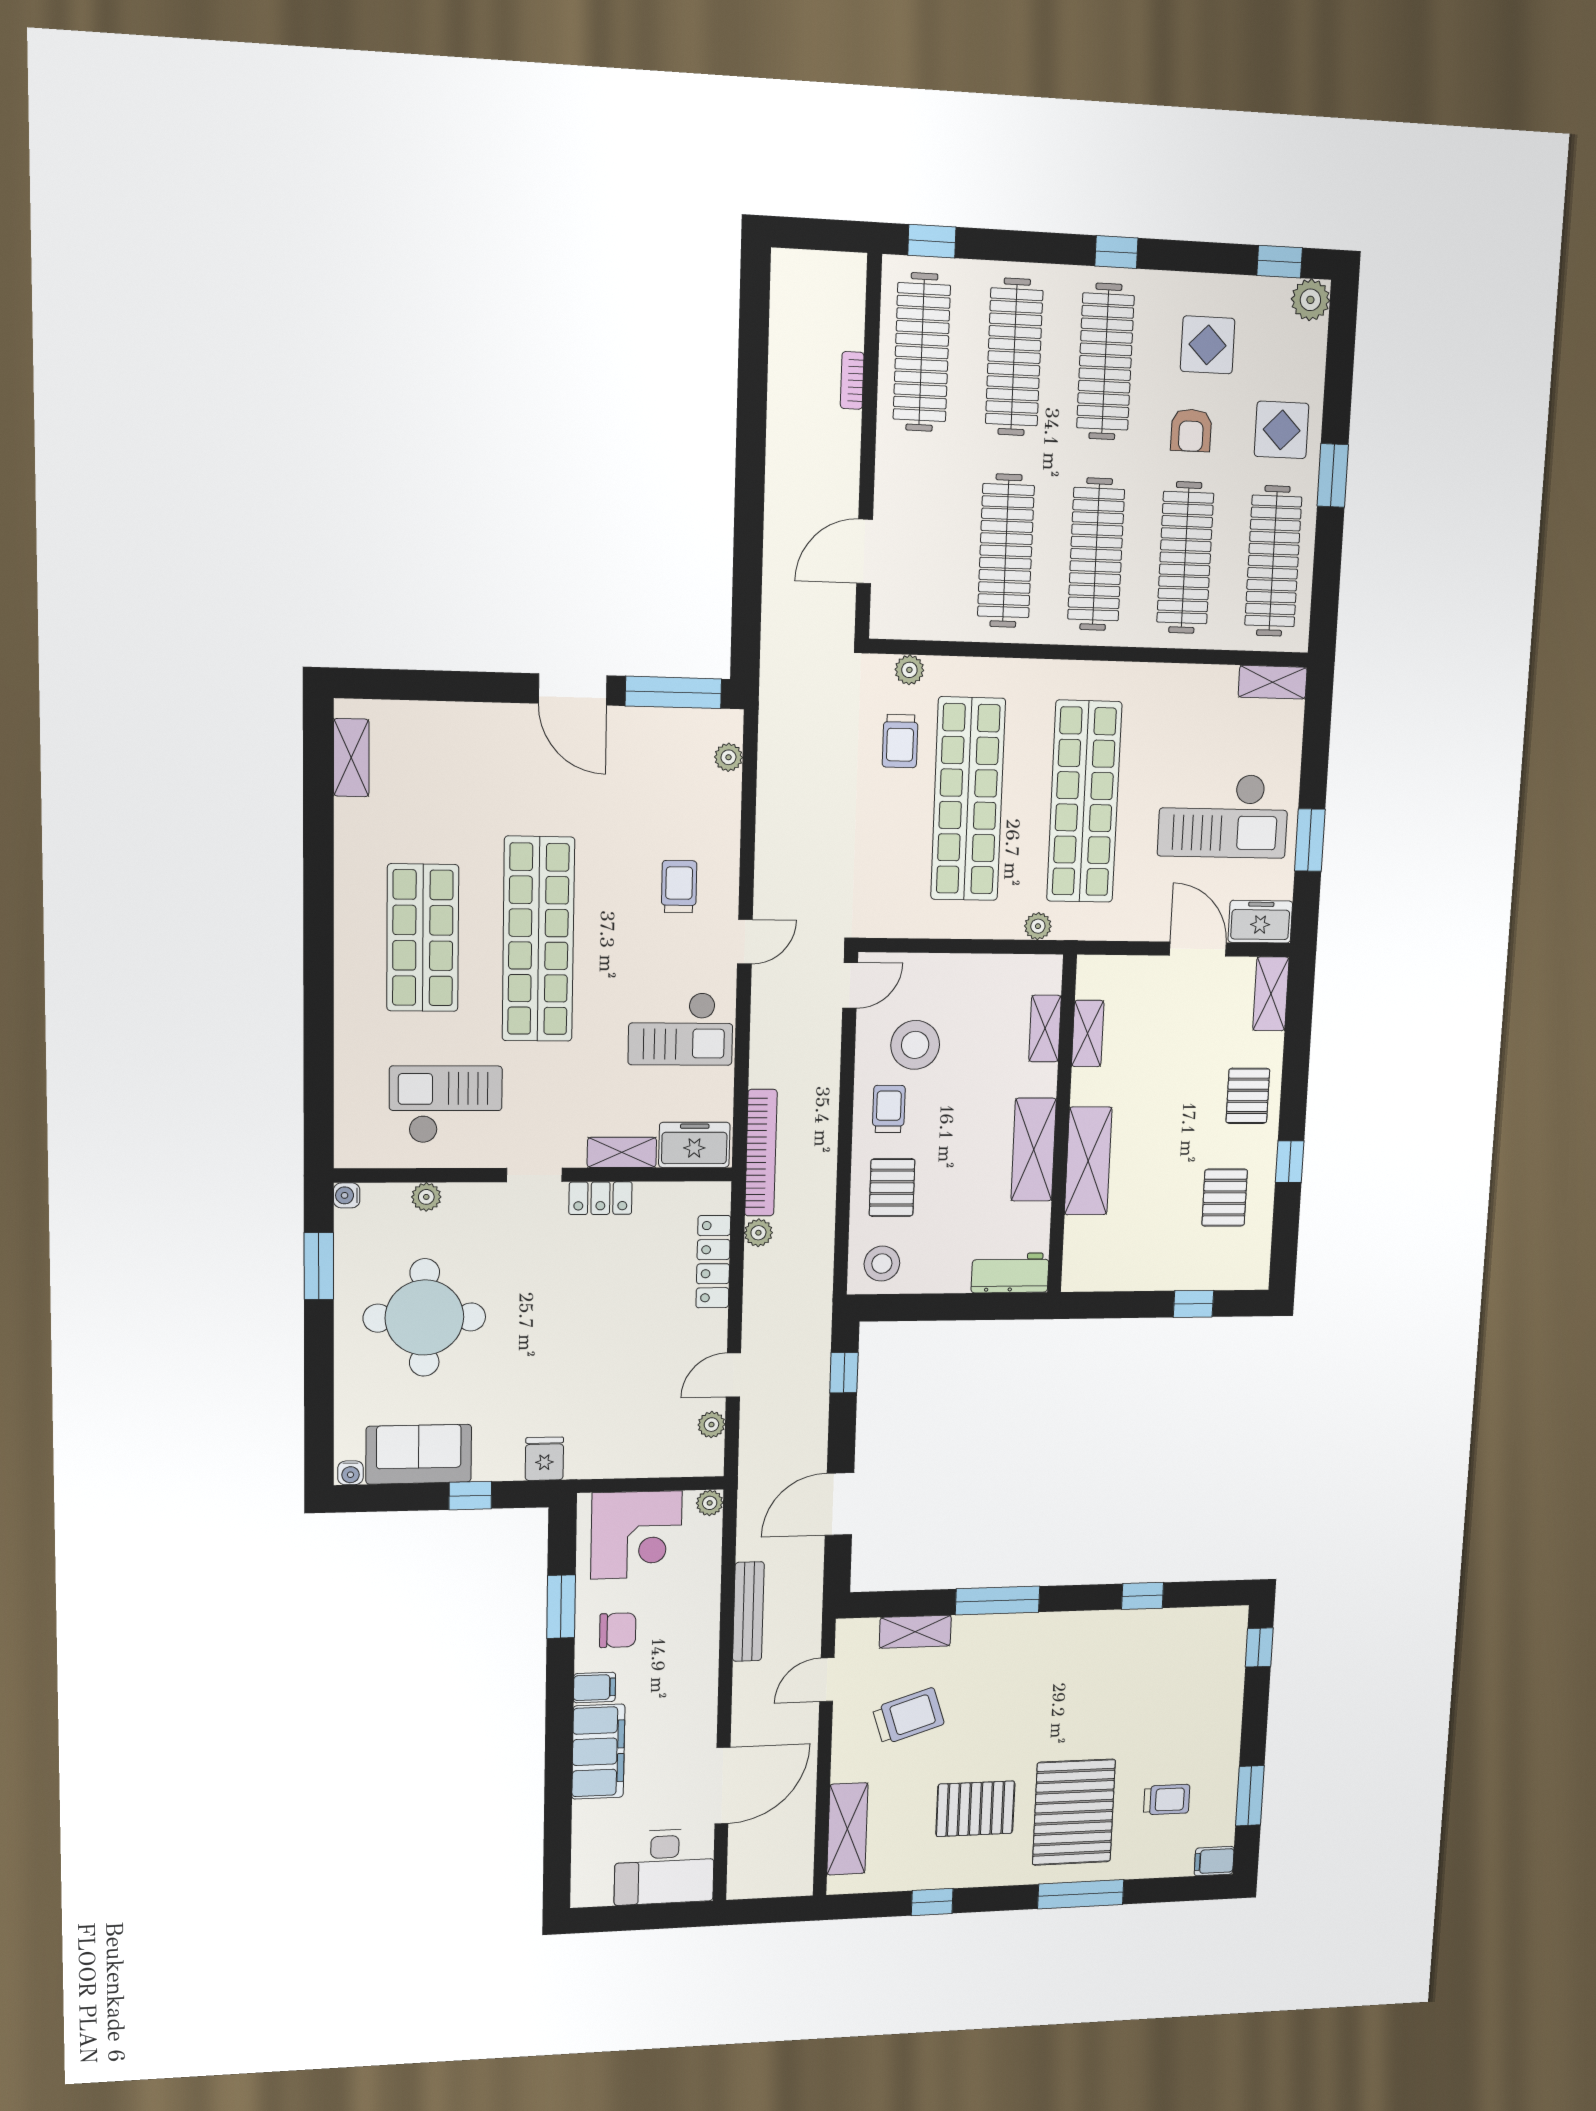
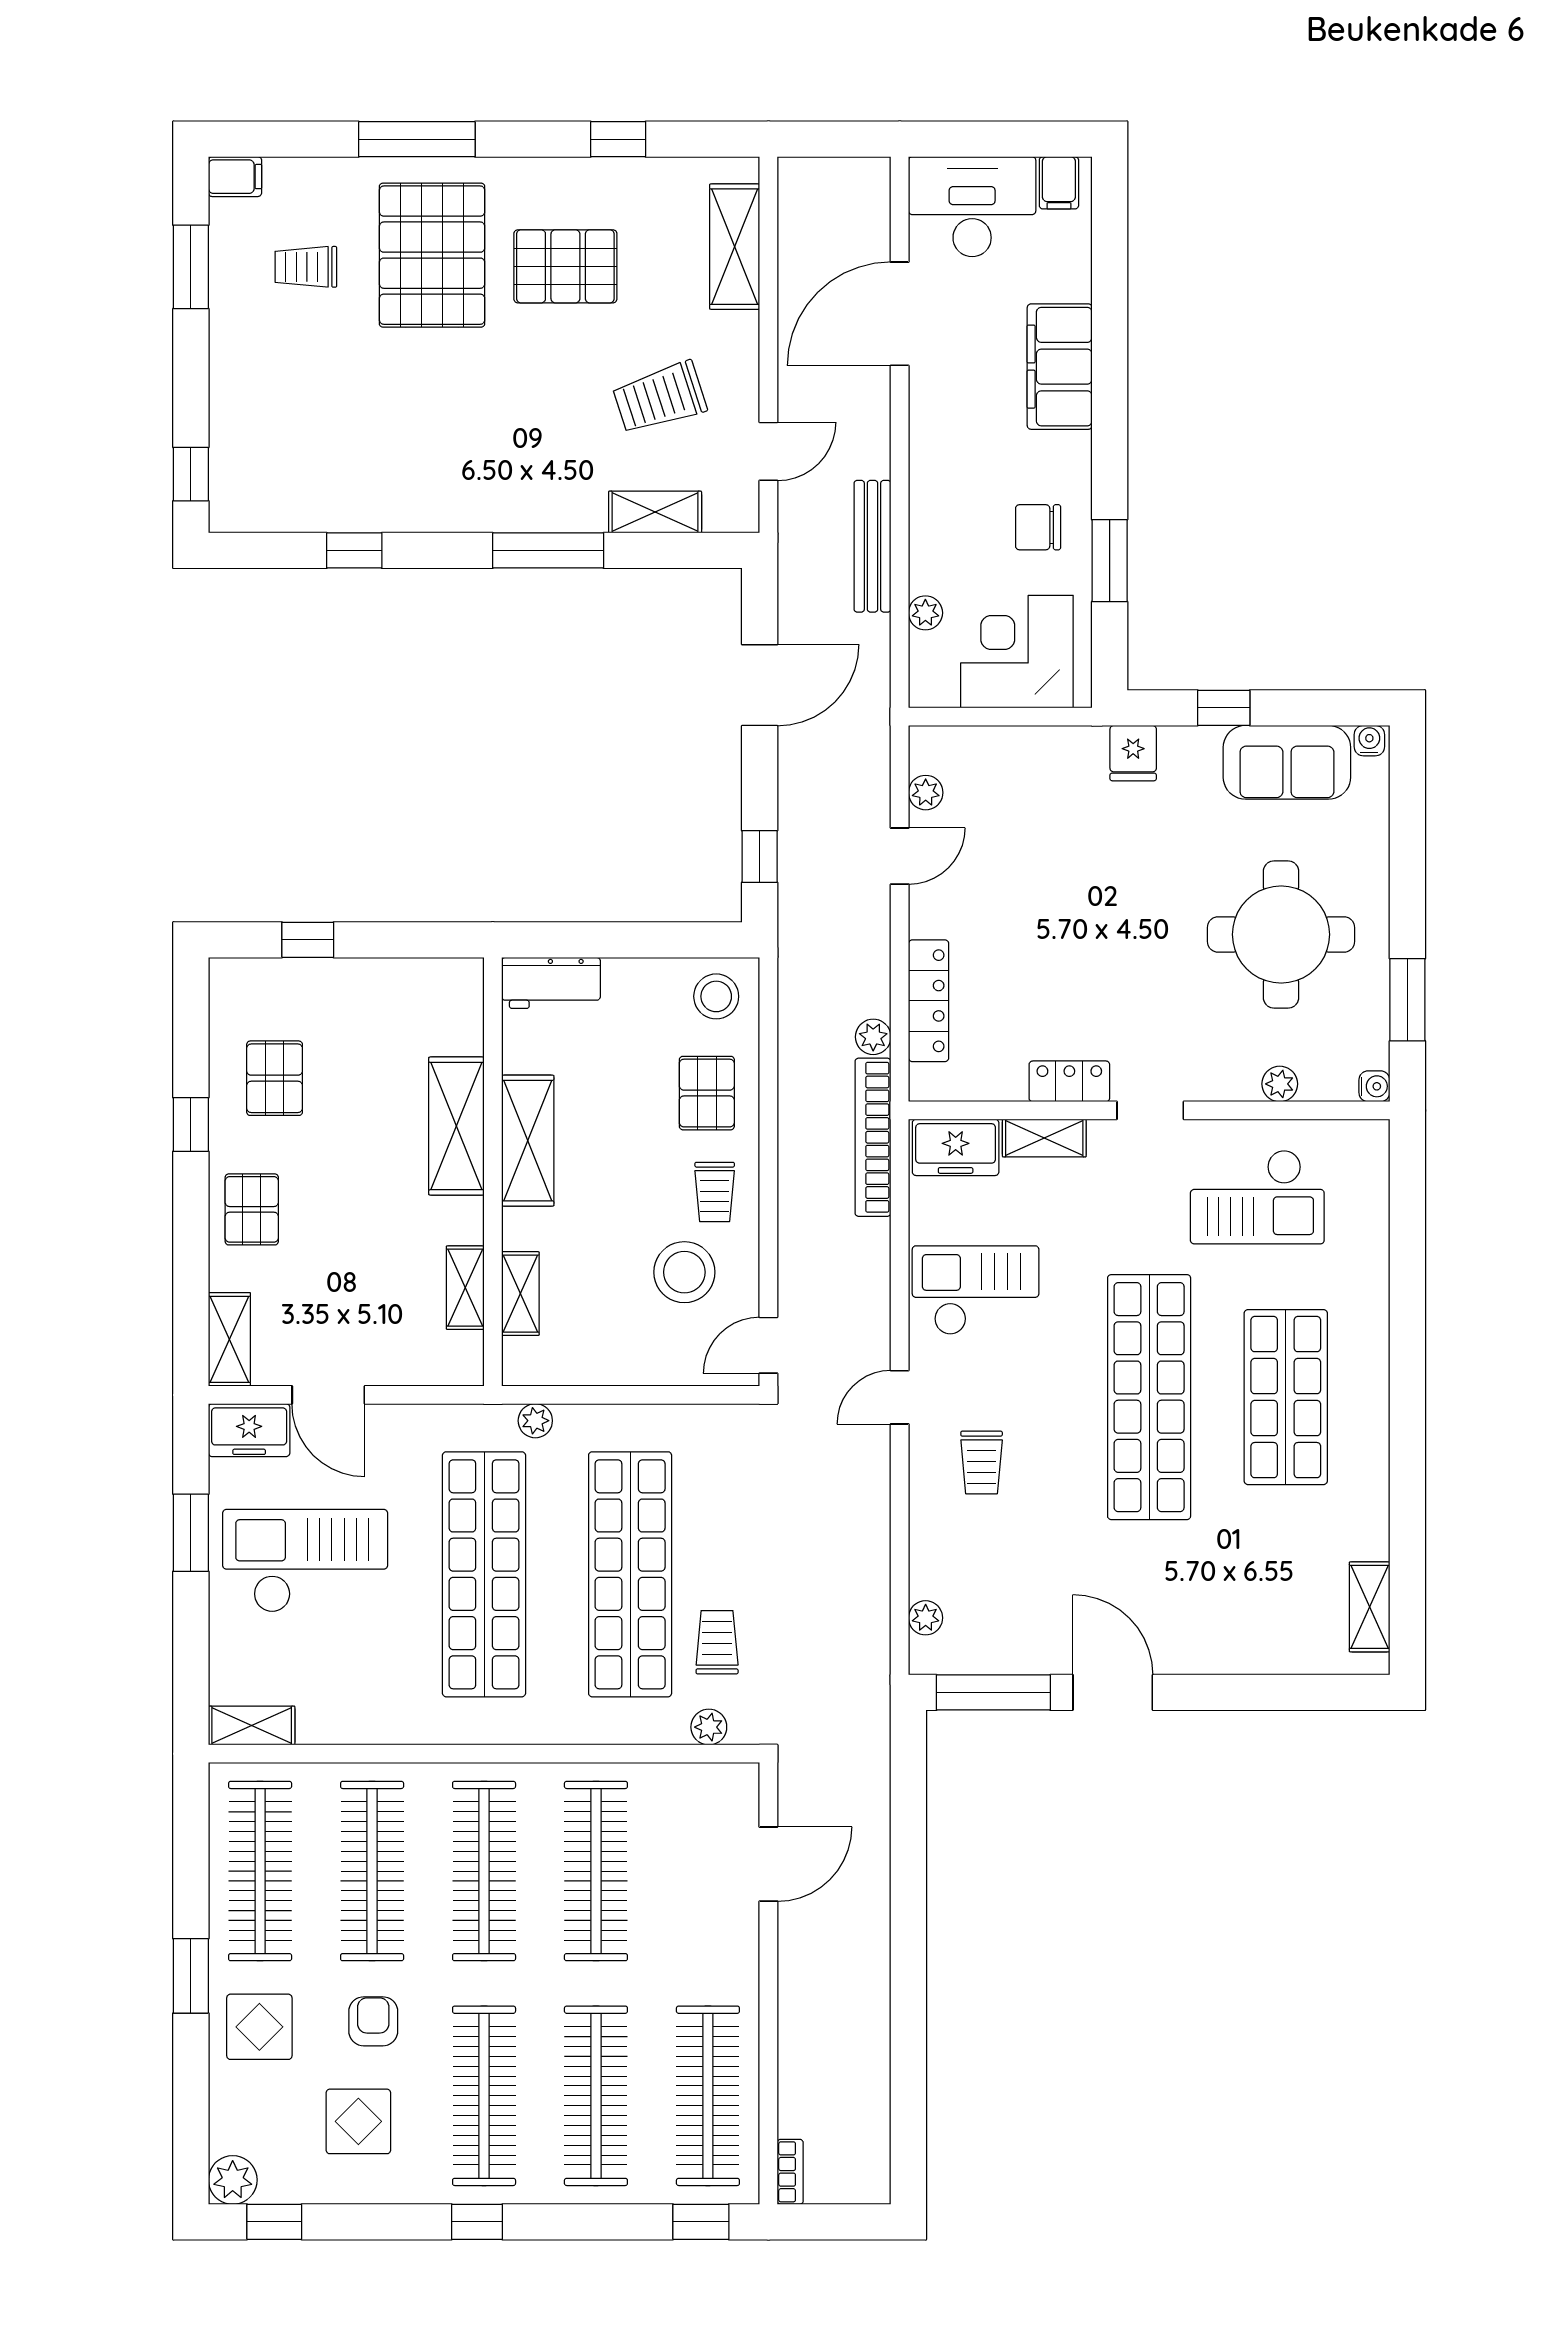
bookcase: (852, 380) -> (790, 2172), moved
plant: (710, 1503) -> (925, 613), moved
filing cabinet: (594, 1687) -> (1059, 183), moved, turned -90

